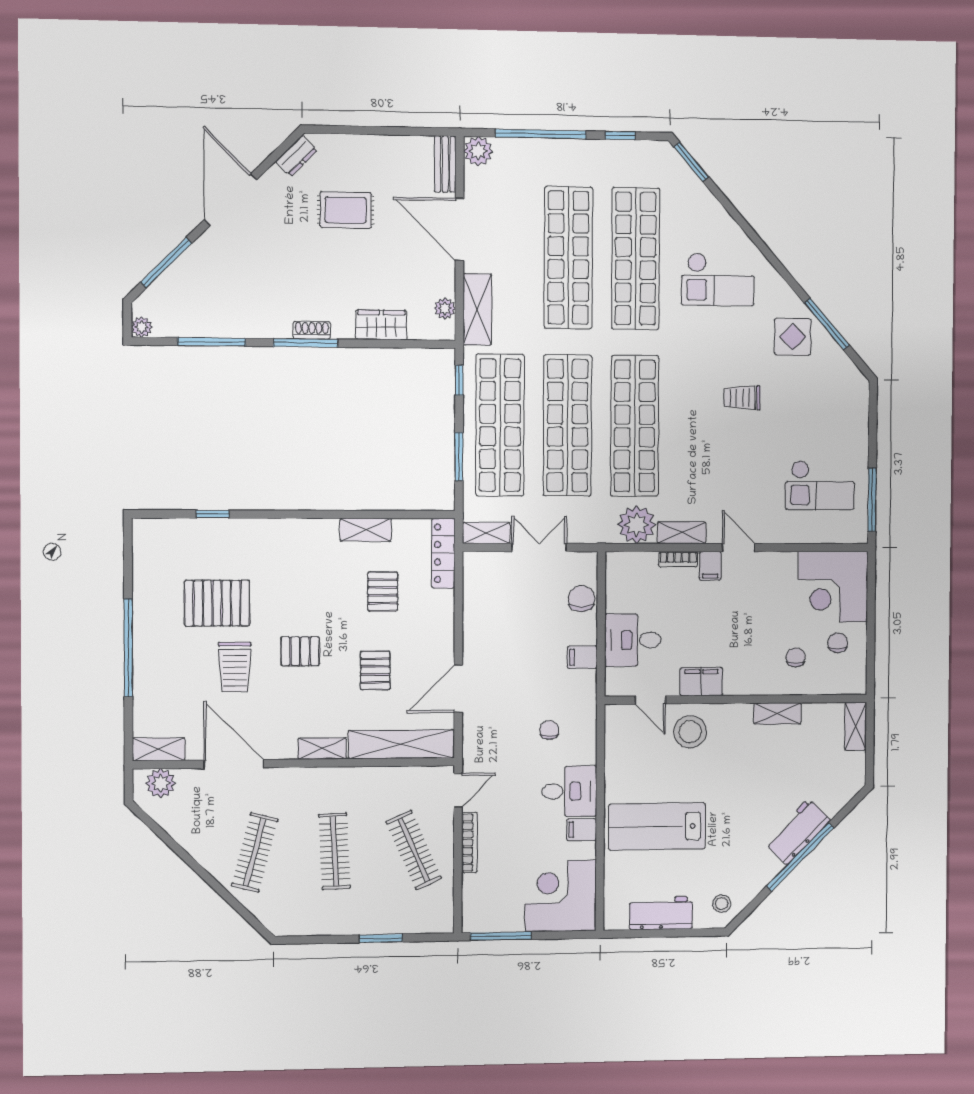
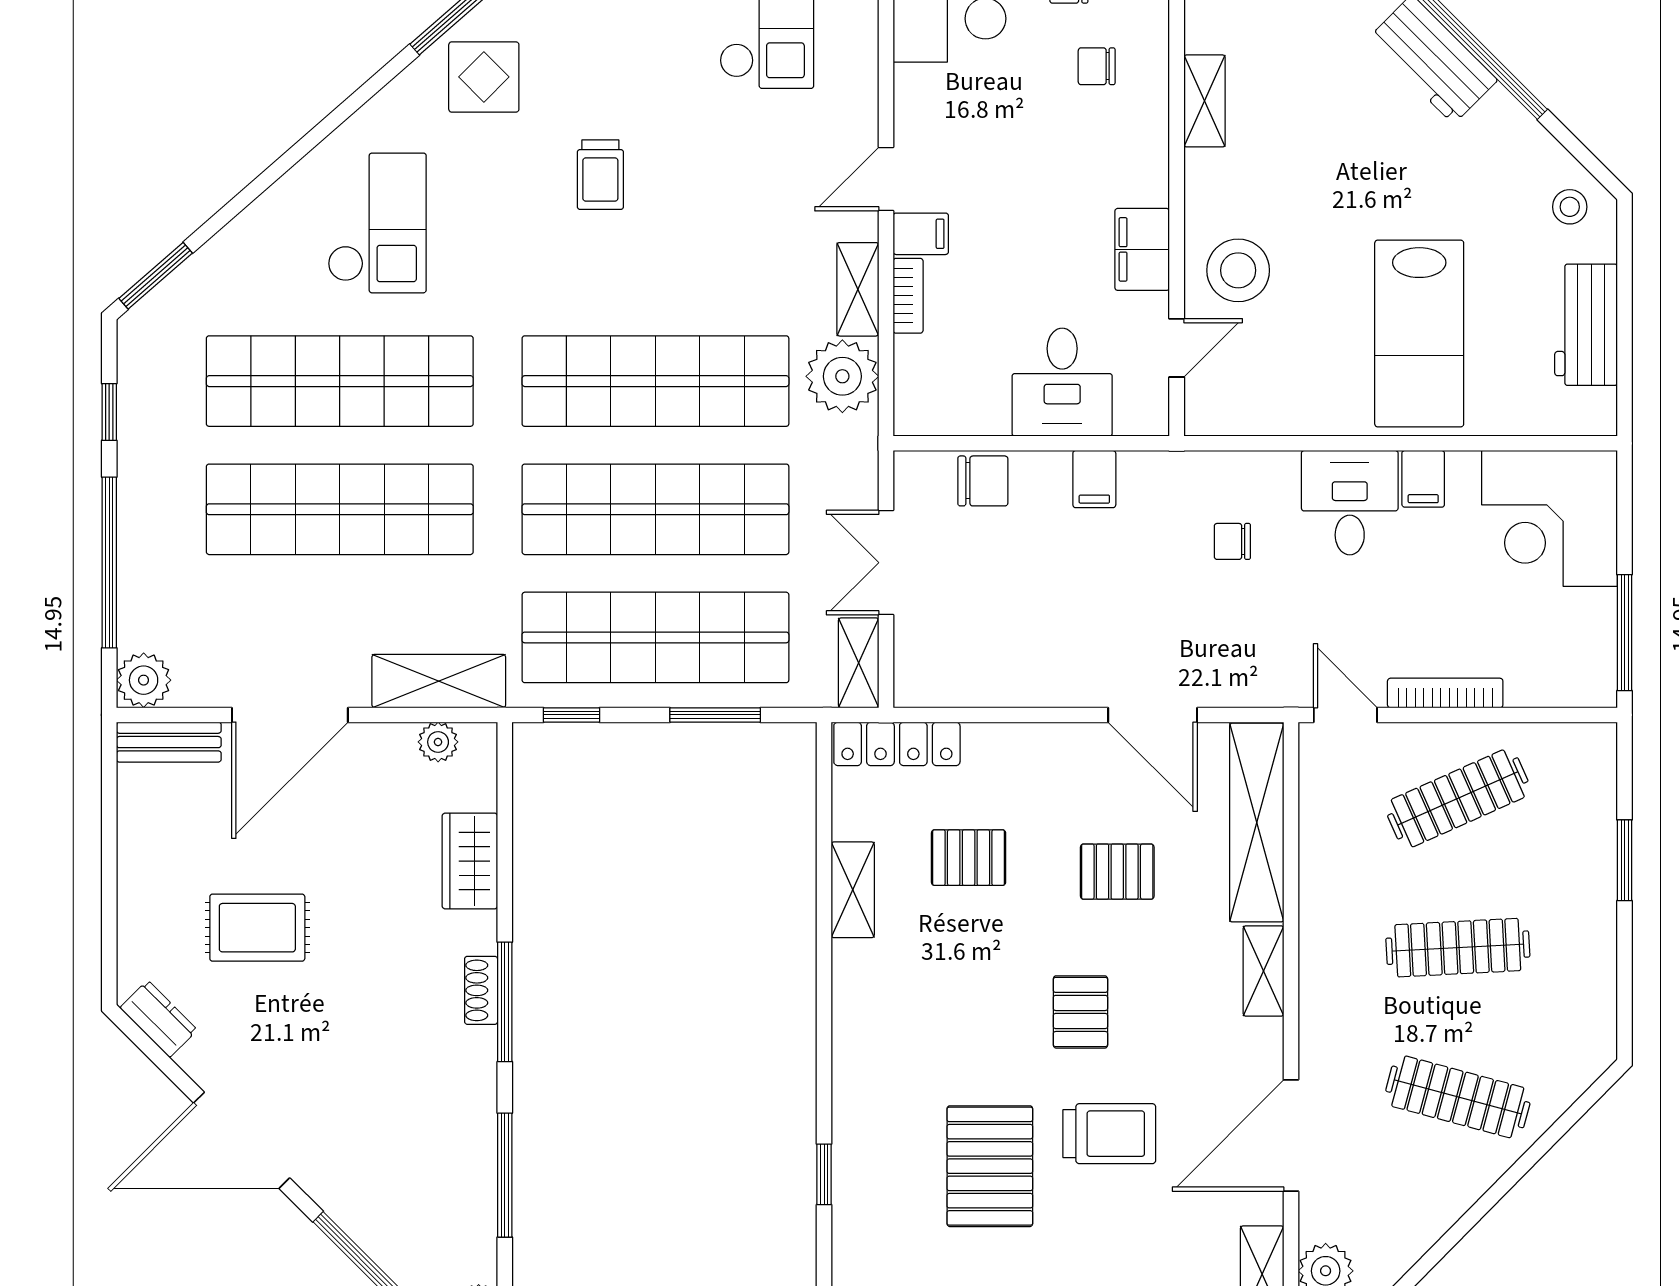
rug: (346, 210) -> (257, 928), turned 90
chair: (582, 599) -> (983, 481), turned 180

